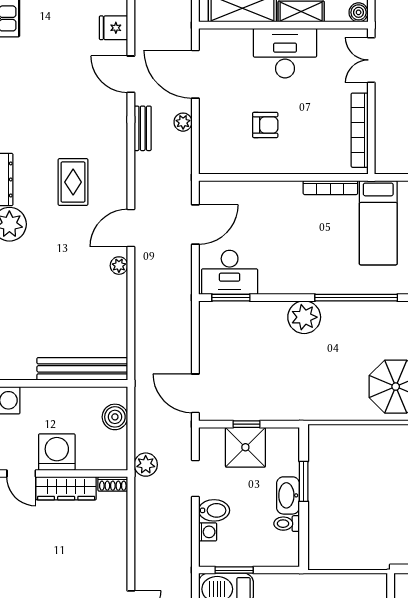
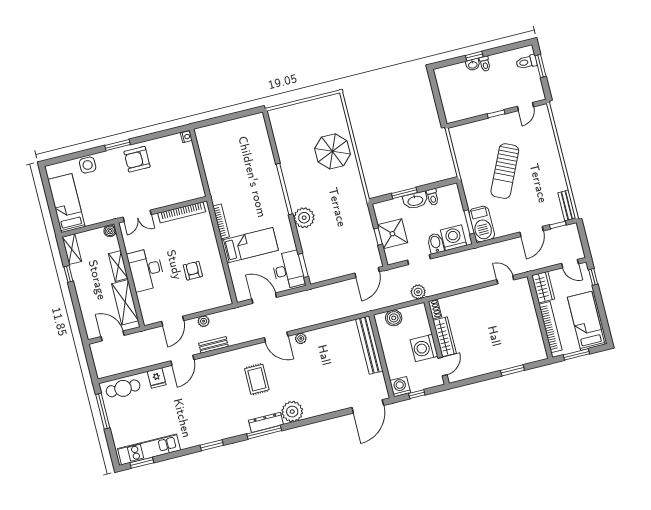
door: (195, 74) -> (173, 321), width x0.73
rug: (73, 182) -> (257, 379), turned 90
bed: (378, 223) -> (250, 245), moved
washing machine: (208, 532) -> (453, 238), width x1.89, depth x1.89

